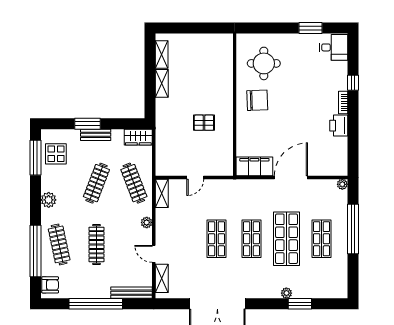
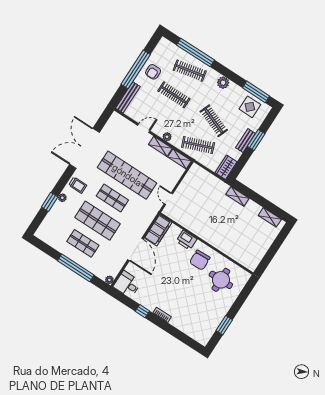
desk: (334, 47) -> (127, 284), moved, turned 90
shelving: (162, 83) -> (237, 196), moved
window: (353, 83) -> (142, 311), moved
pallet: (204, 123) -> (208, 216), removed
printer: (339, 126) -> (186, 240), moved, turned 180
door: (195, 177) -> (168, 199), moved
shop shelf: (216, 239) -> (127, 175), width x2.00, depth x1.36
shelving: (162, 278) -> (160, 146), moved
armchair: (50, 285) -> (153, 72), moved
trolley: (262, 285) -> (78, 185), added

